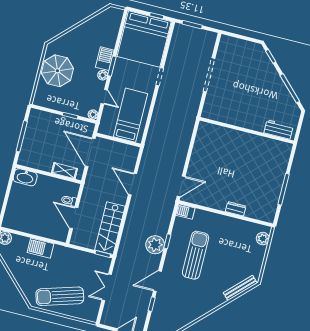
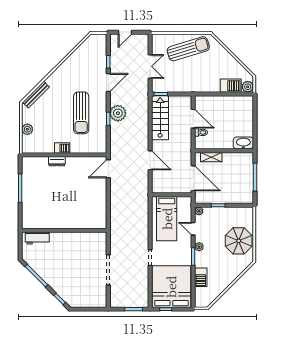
barbecue: (105, 59) -> (201, 277), moved
barbecue: (185, 212) -> (62, 148), moved
plant: (263, 239) -> (27, 129), moved
barbecue: (41, 248) -> (231, 86), moved

